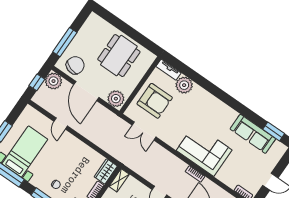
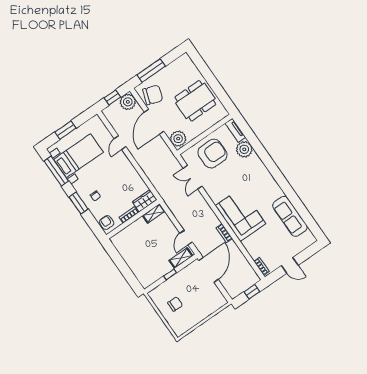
armchair: (155, 101) -> (212, 154), turned -90
window: (274, 131) -> (309, 221), removed

